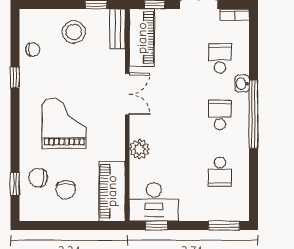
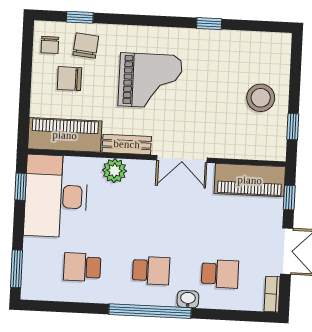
bench: (118, 29) -> (127, 144), moved
chair: (33, 50) -> (50, 45), moved
desk: (154, 202) -> (56, 196), width x1.36, depth x1.30

